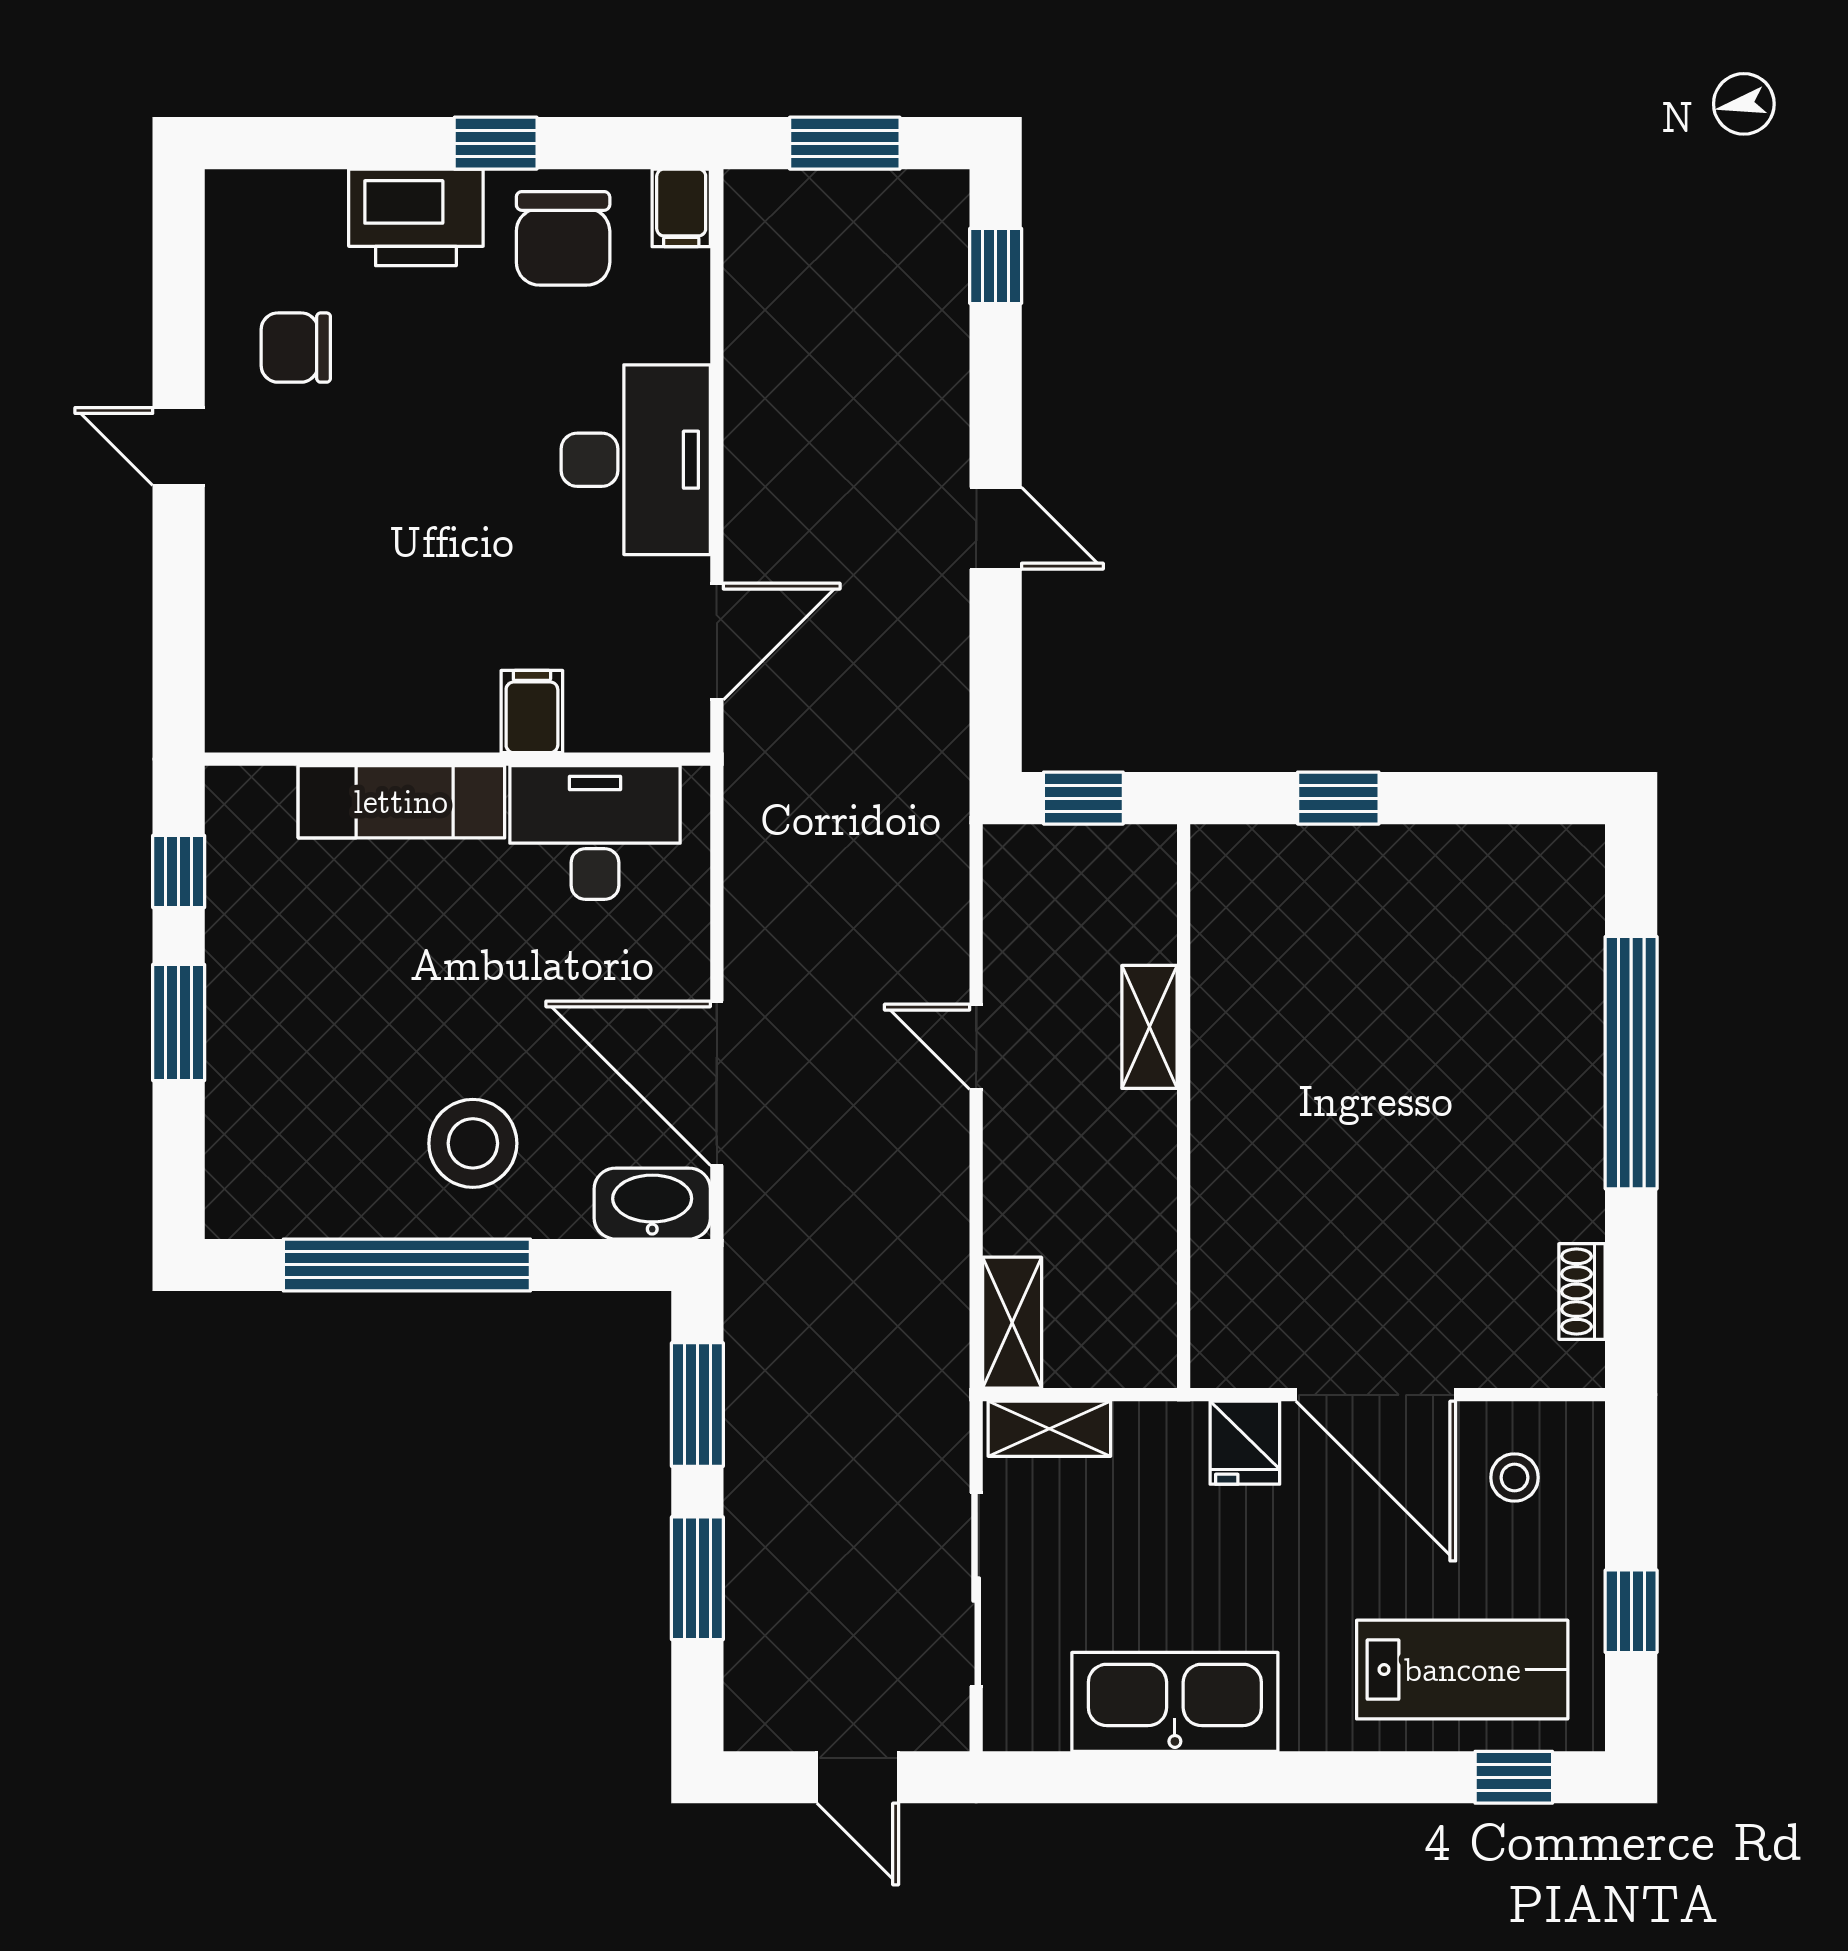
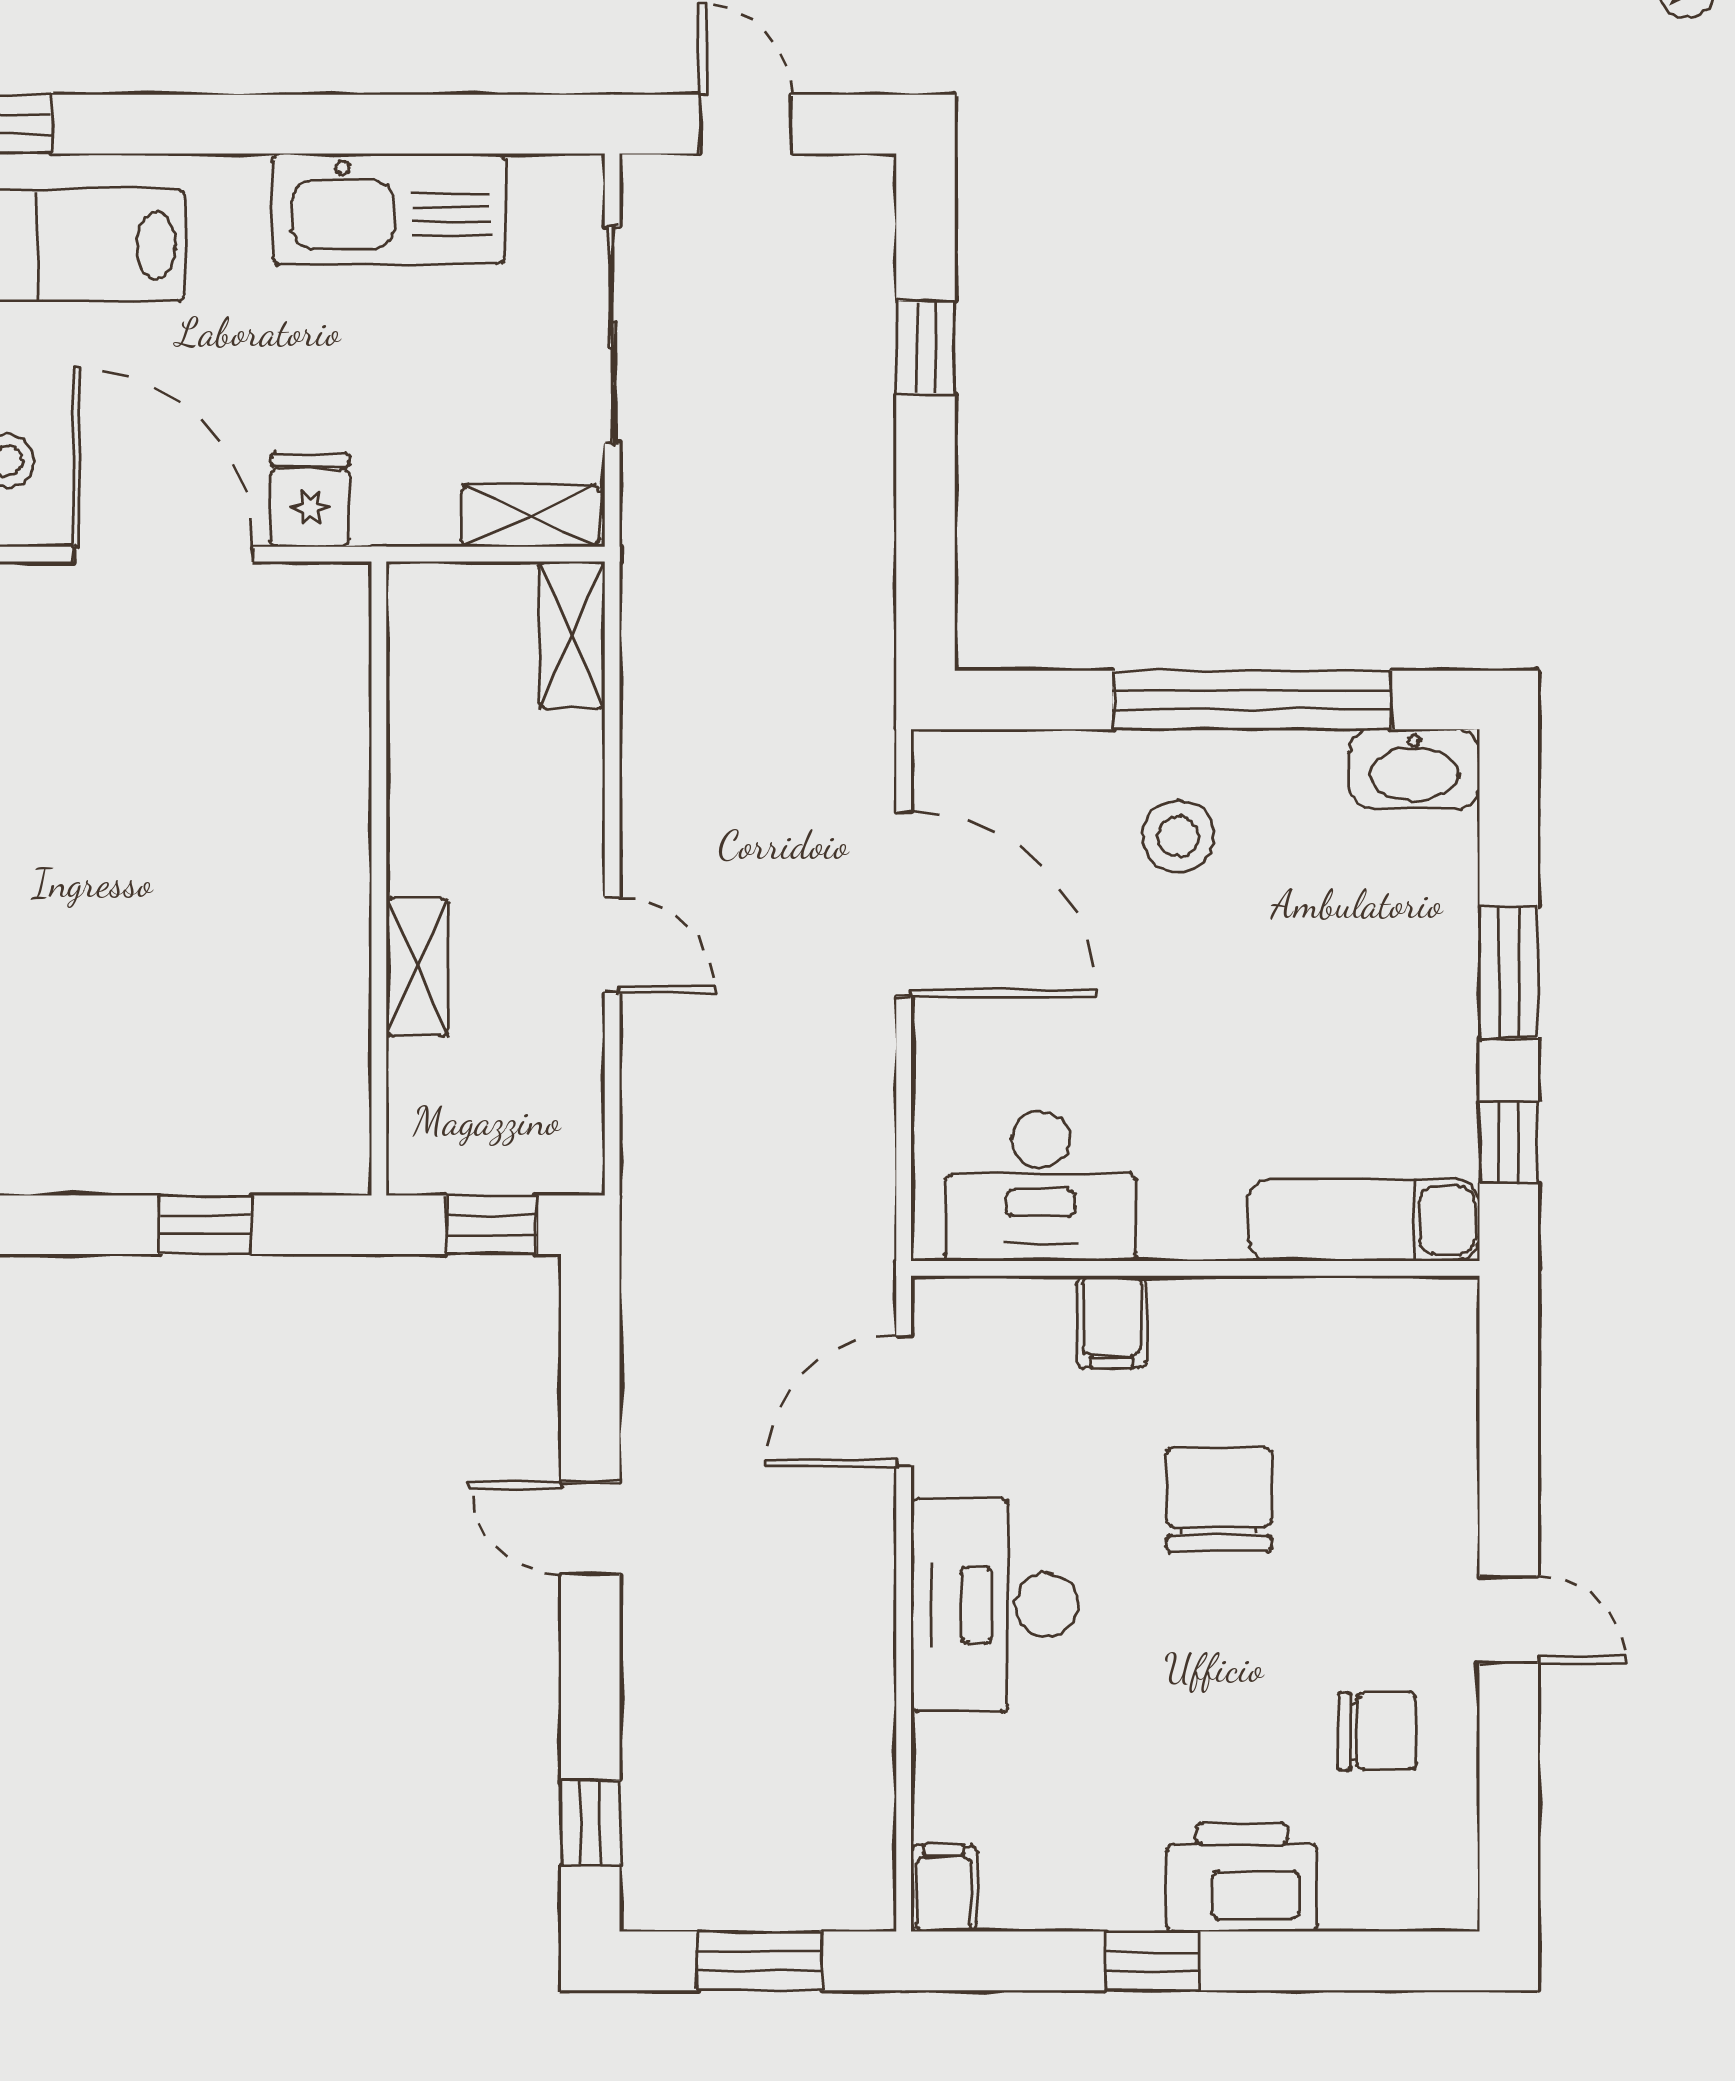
chair: (563, 238) -> (1219, 1500), moved
exam couch: (401, 802) -> (1363, 1221), moved
stool: (473, 1143) -> (1178, 837), width x0.73, depth x0.73
washbasin: (652, 1204) -> (1414, 769), moved
window: (697, 1405) -> (926, 543), removed
window: (697, 1578) -> (926, 348), width x0.67

